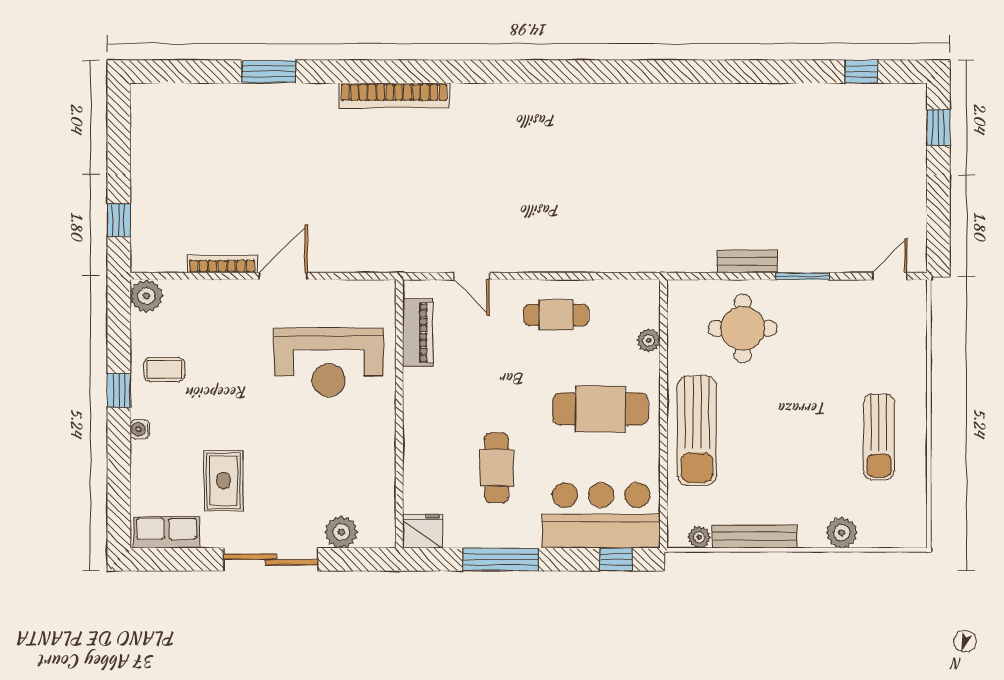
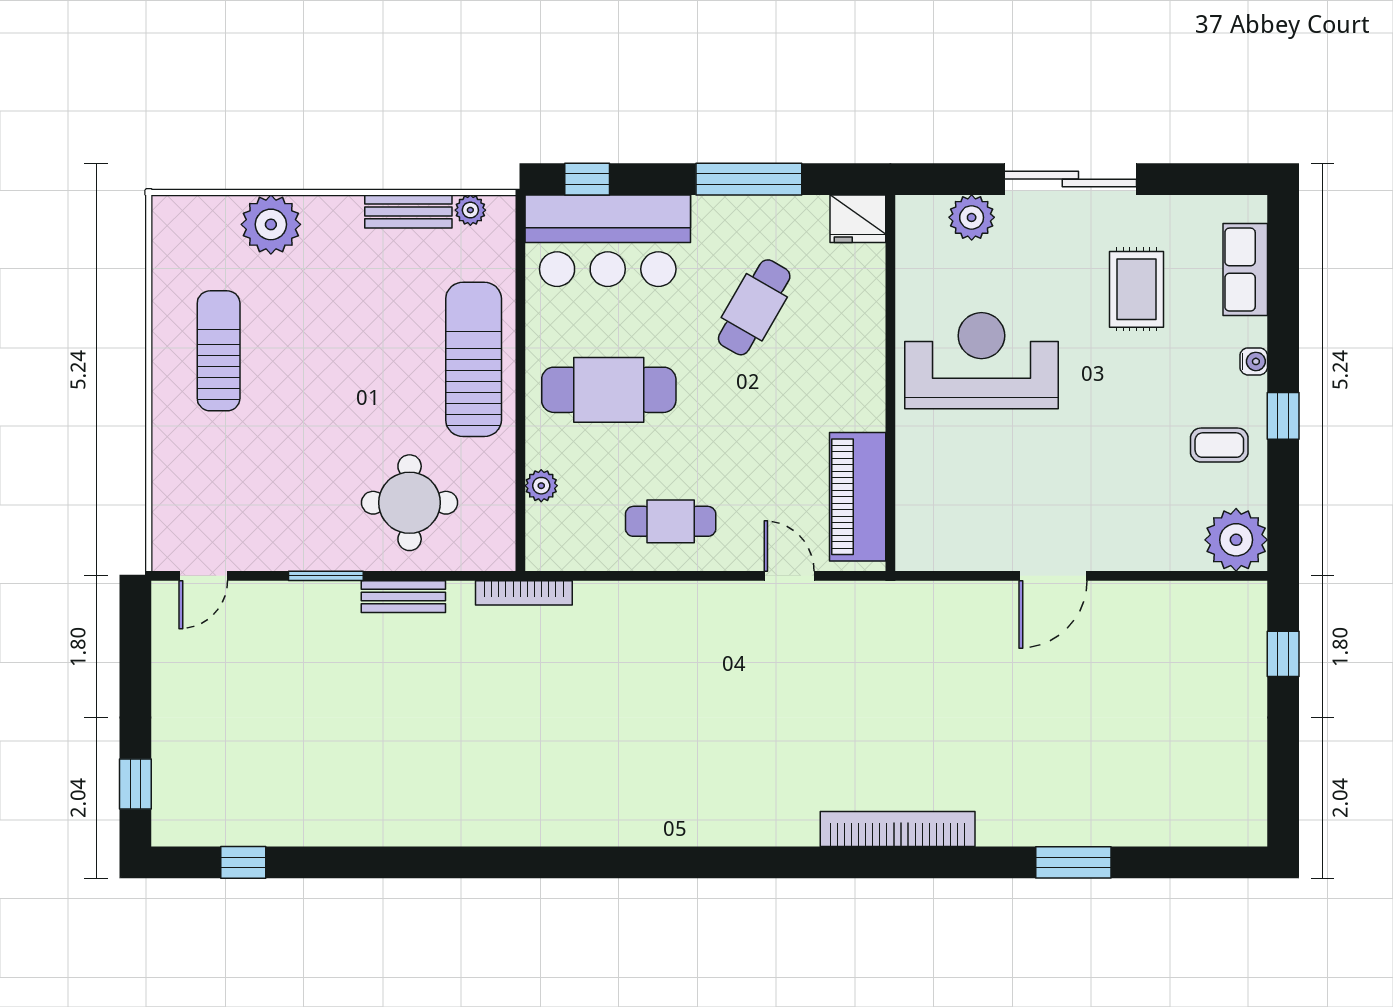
bookcase: (222, 264) -> (524, 593), moved
plant: (146, 296) -> (1236, 540), width x1.36, depth x1.36
piano: (418, 333) -> (858, 497), width x1.37, depth x1.33
reception desk: (329, 362) -> (981, 361), moved
cafe table: (497, 468) -> (754, 307), turned 30
row of seats: (167, 532) -> (1245, 270), moved, turned 90
plant: (842, 533) -> (271, 224), width x1.36, depth x1.36
bench: (755, 536) -> (408, 211), width x0.73

